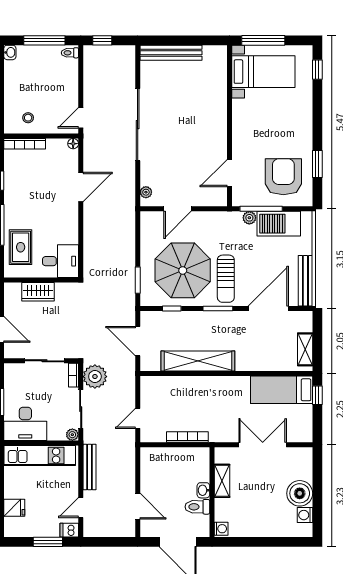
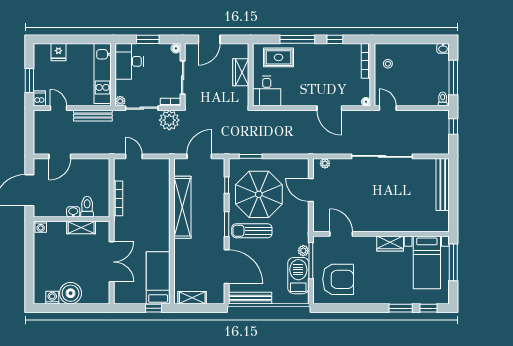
wardrobe: (241, 115) -> (390, 244), added
window: (317, 164) -> (401, 308), moved
floor lamp: (10, 369) -> (176, 48), added
toilet: (197, 507) -> (87, 207), moved

